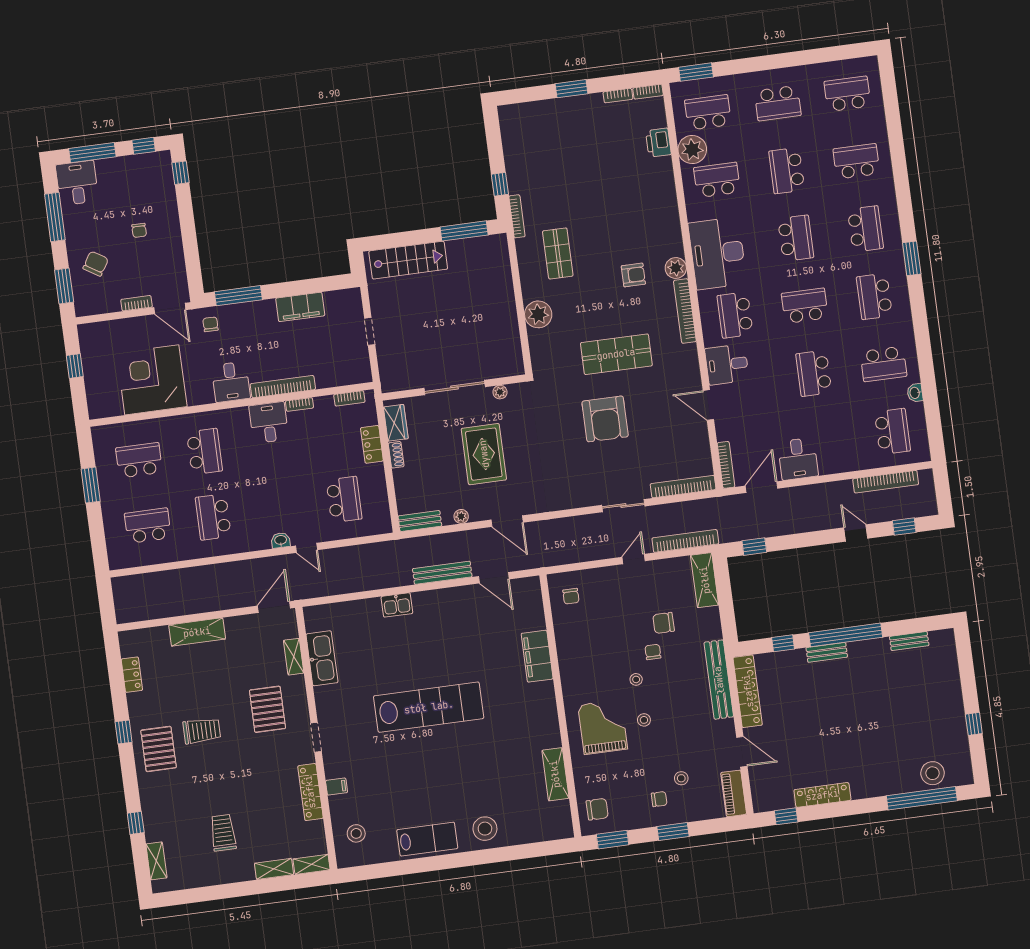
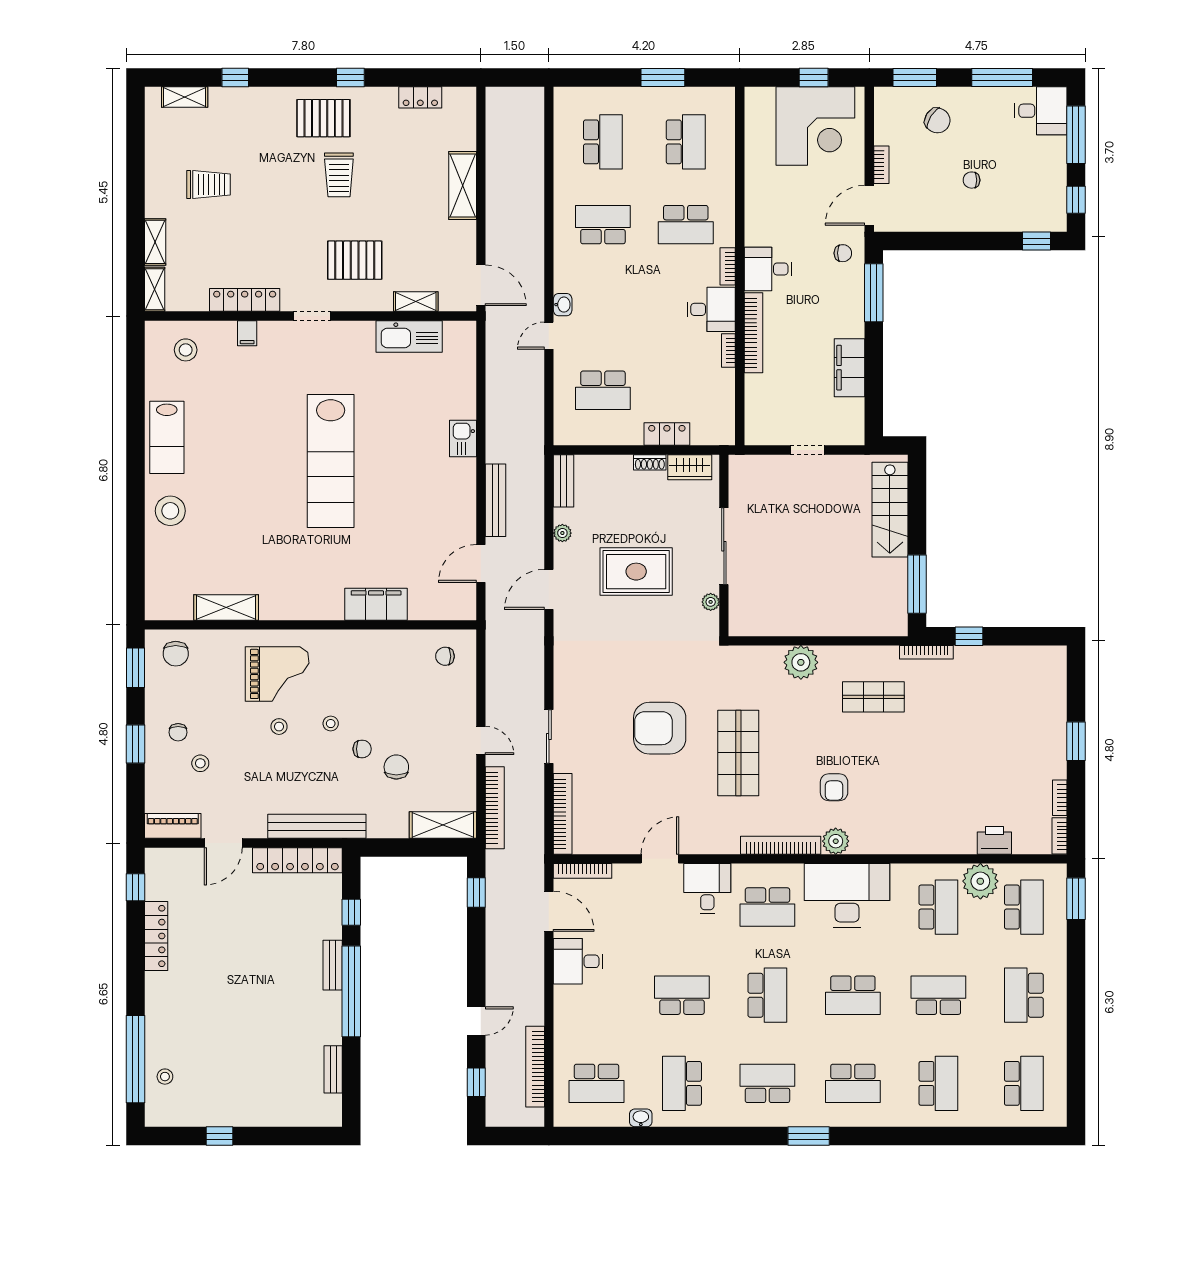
school desk: (735, 315) -> (767, 907), turned 180
corner desk: (152, 380) -> (815, 126), moved, turned 90
bookcase: (349, 398) -> (728, 266), moved
stool: (933, 773) -> (165, 1077), width x0.53, depth x0.53

